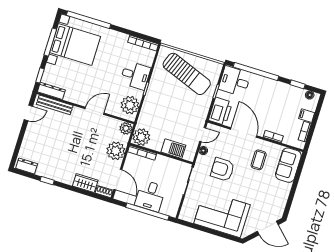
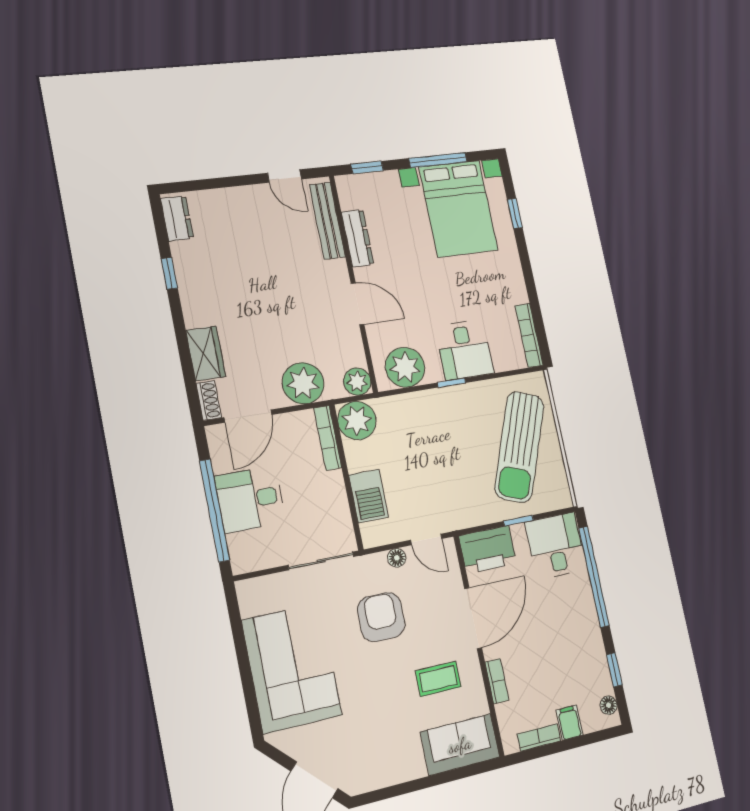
window: (89, 20) -> (515, 213), width x0.32
dresser: (51, 91) -> (358, 238), moved

